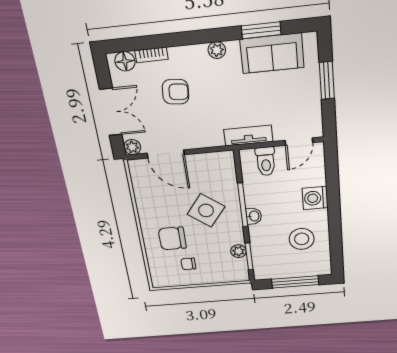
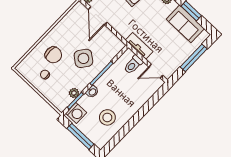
window: (327, 80) -> (194, 58), width x1.44
washing machine: (315, 198) -> (76, 113), moved, turned 180
washbasin: (254, 216) -> (92, 92), moved
chair: (172, 238) -> (53, 55), turned 180

